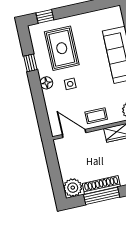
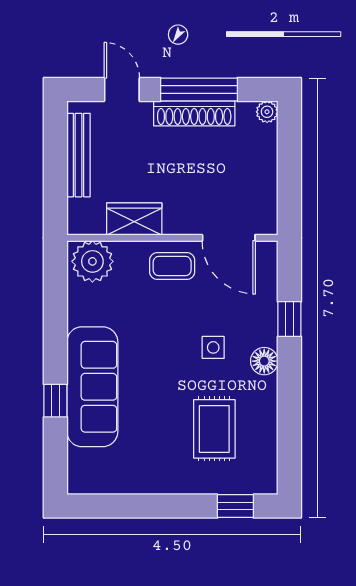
rug: (62, 48) -> (214, 429), width x0.73, depth x0.70
window: (30, 63) -> (289, 319), moved
plant: (73, 188) -> (267, 112), width x0.53, depth x0.53

